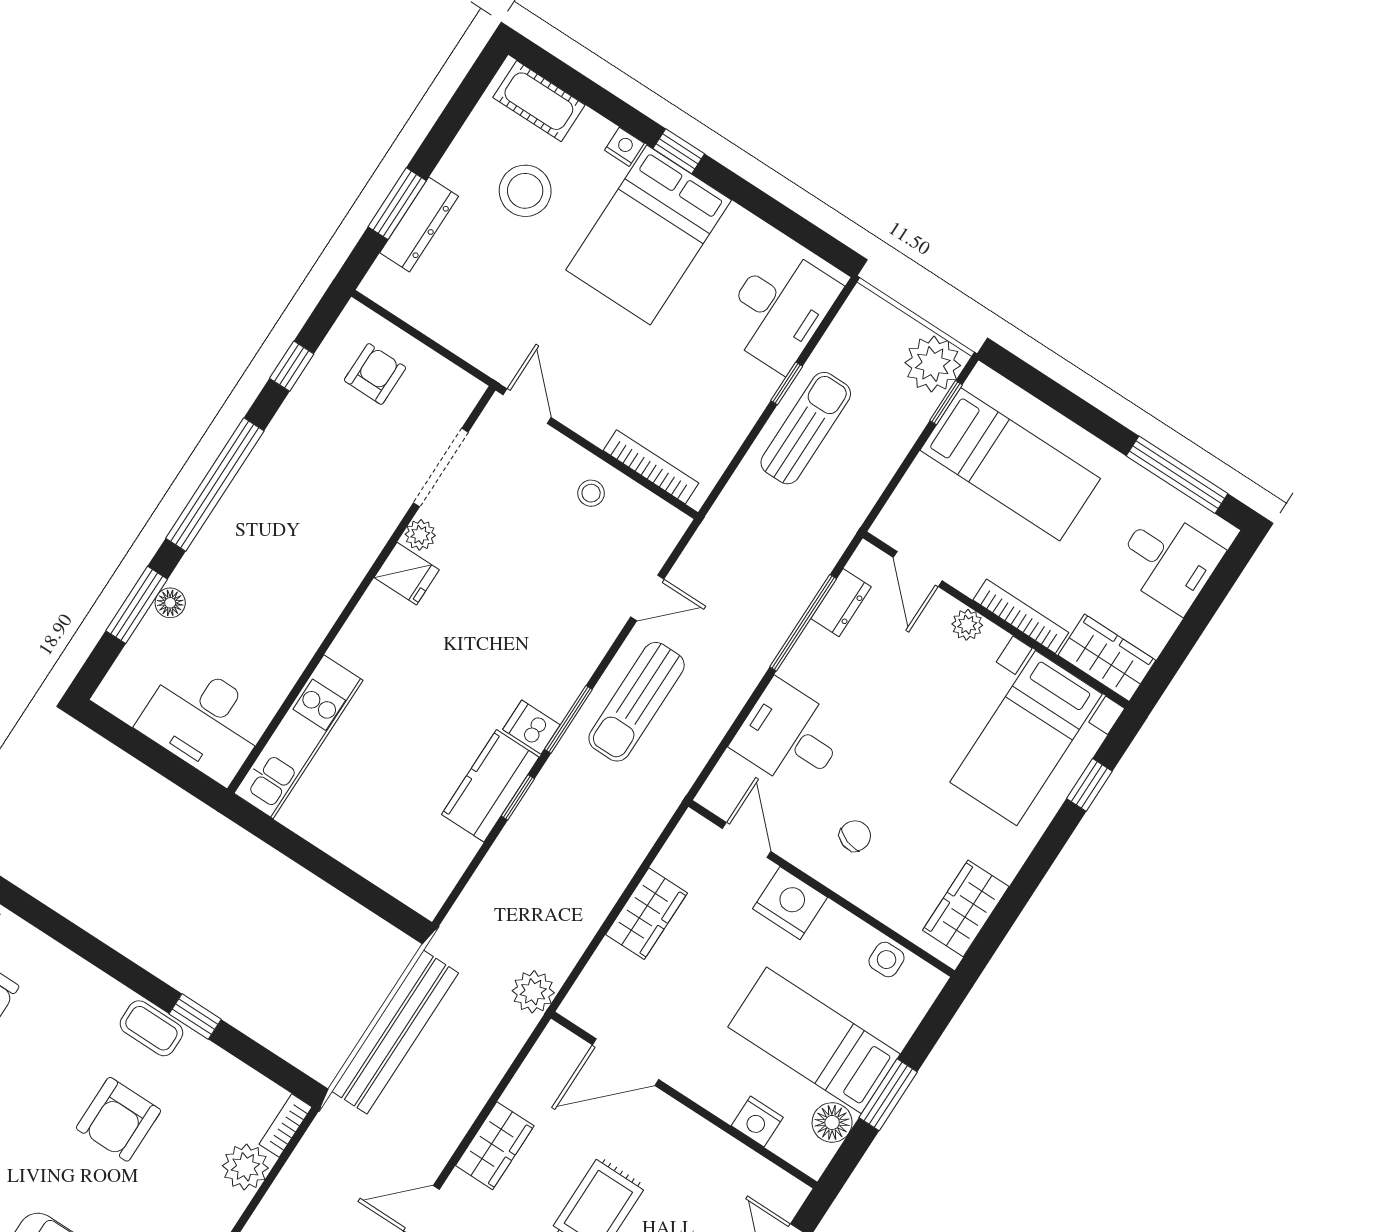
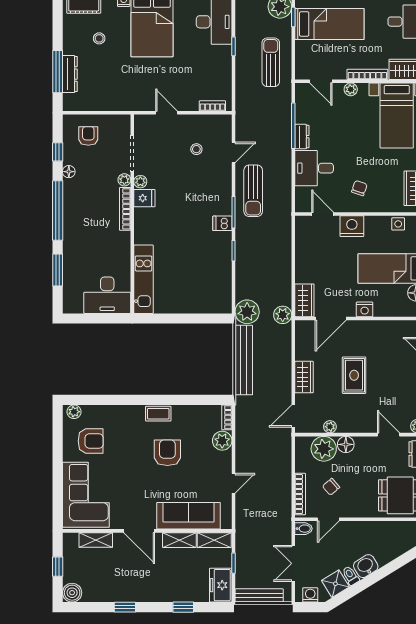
stool: (525, 191) -> (99, 38), width x0.53, depth x0.53
window: (397, 204) -> (58, 72), width x1.44
door: (527, 406) -> (166, 113), moved
sun lounger: (806, 428) -> (271, 62), moved
bookcase: (651, 467) -> (212, 106), width x0.64
stool: (591, 493) -> (196, 149), moved
plant: (390, 510) -> (124, 180), added
bookcase: (353, 570) -> (125, 209), added
floor lamp: (170, 603) -> (69, 172), moved
dresser: (841, 603) -> (302, 137), moved
kitchen counter: (490, 786) -> (221, 253), removed
wardrobe: (646, 914) -> (304, 300), moved
plant: (465, 939) -> (247, 312), added
window: (195, 1017) -> (171, 400), removed
armchair: (119, 1119) -> (167, 453), turned 180
nightstand: (757, 1122) -> (365, 309), moved

